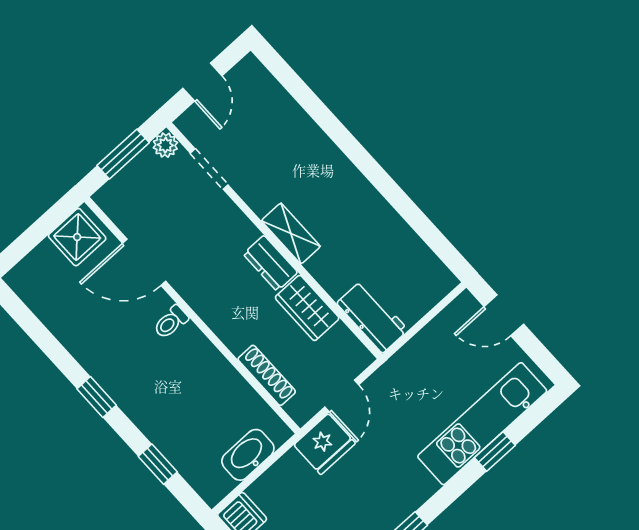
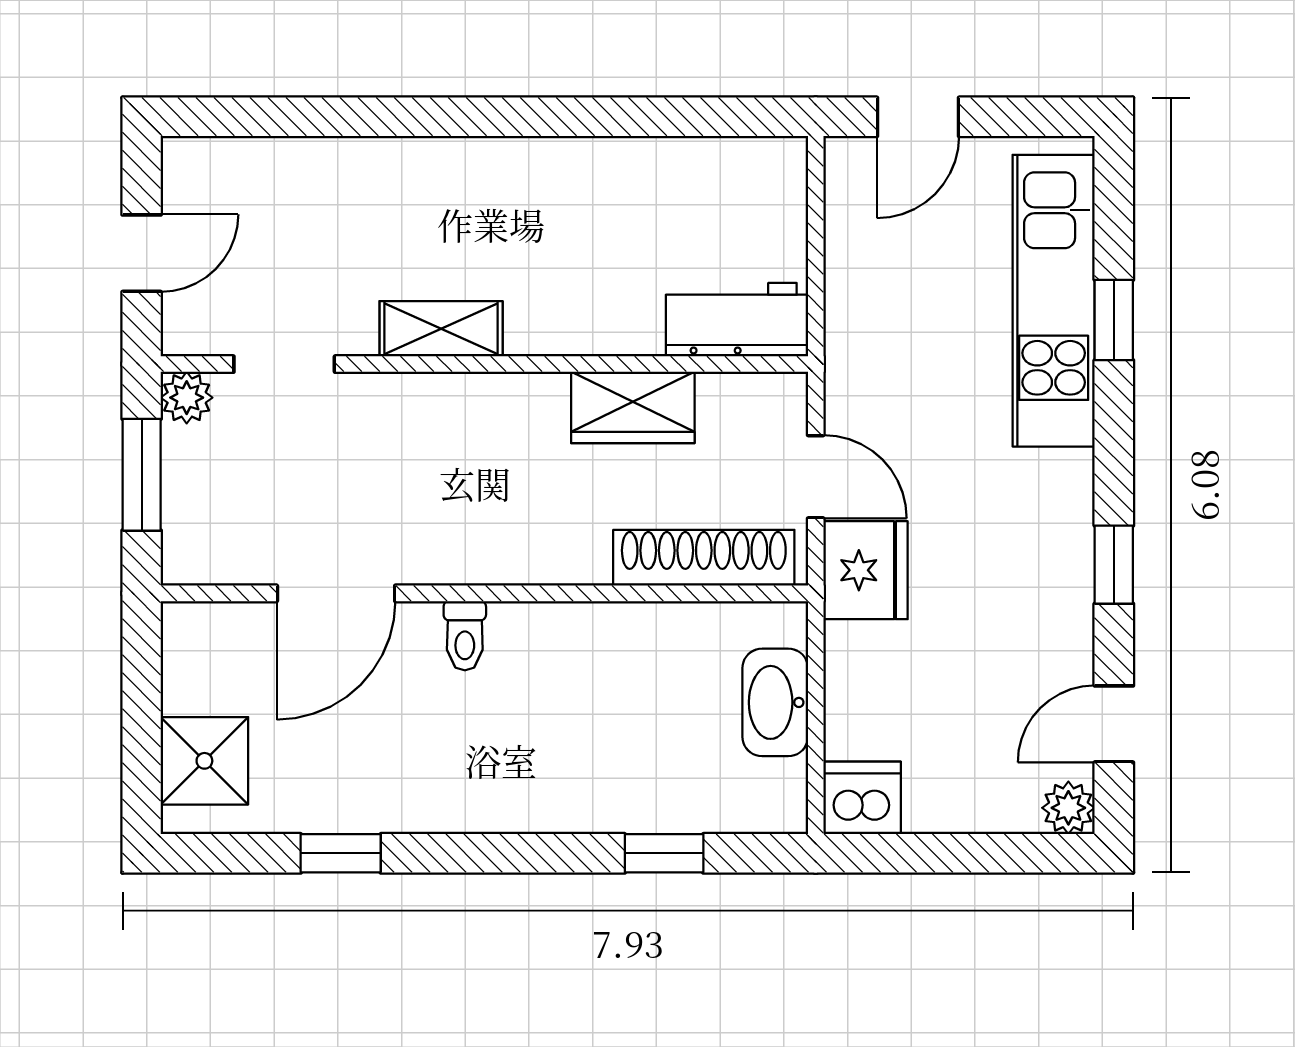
door: (202, 82) -> (142, 253), hinge flipped
shelving: (291, 234) -> (441, 329), moved
shower: (77, 237) -> (204, 761), moved
dresser: (270, 263) -> (513, 401), removed
shoe rack: (267, 375) -> (704, 558), width x1.36, depth x1.24
window: (97, 397) -> (341, 853), moved

